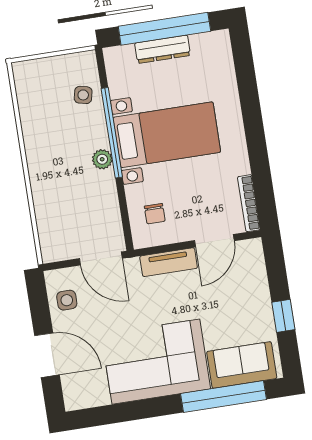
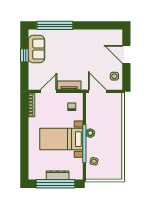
corner sofa: (156, 362) -> (81, 45), removed
sofa: (242, 365) -> (37, 49), moved, turned -90

